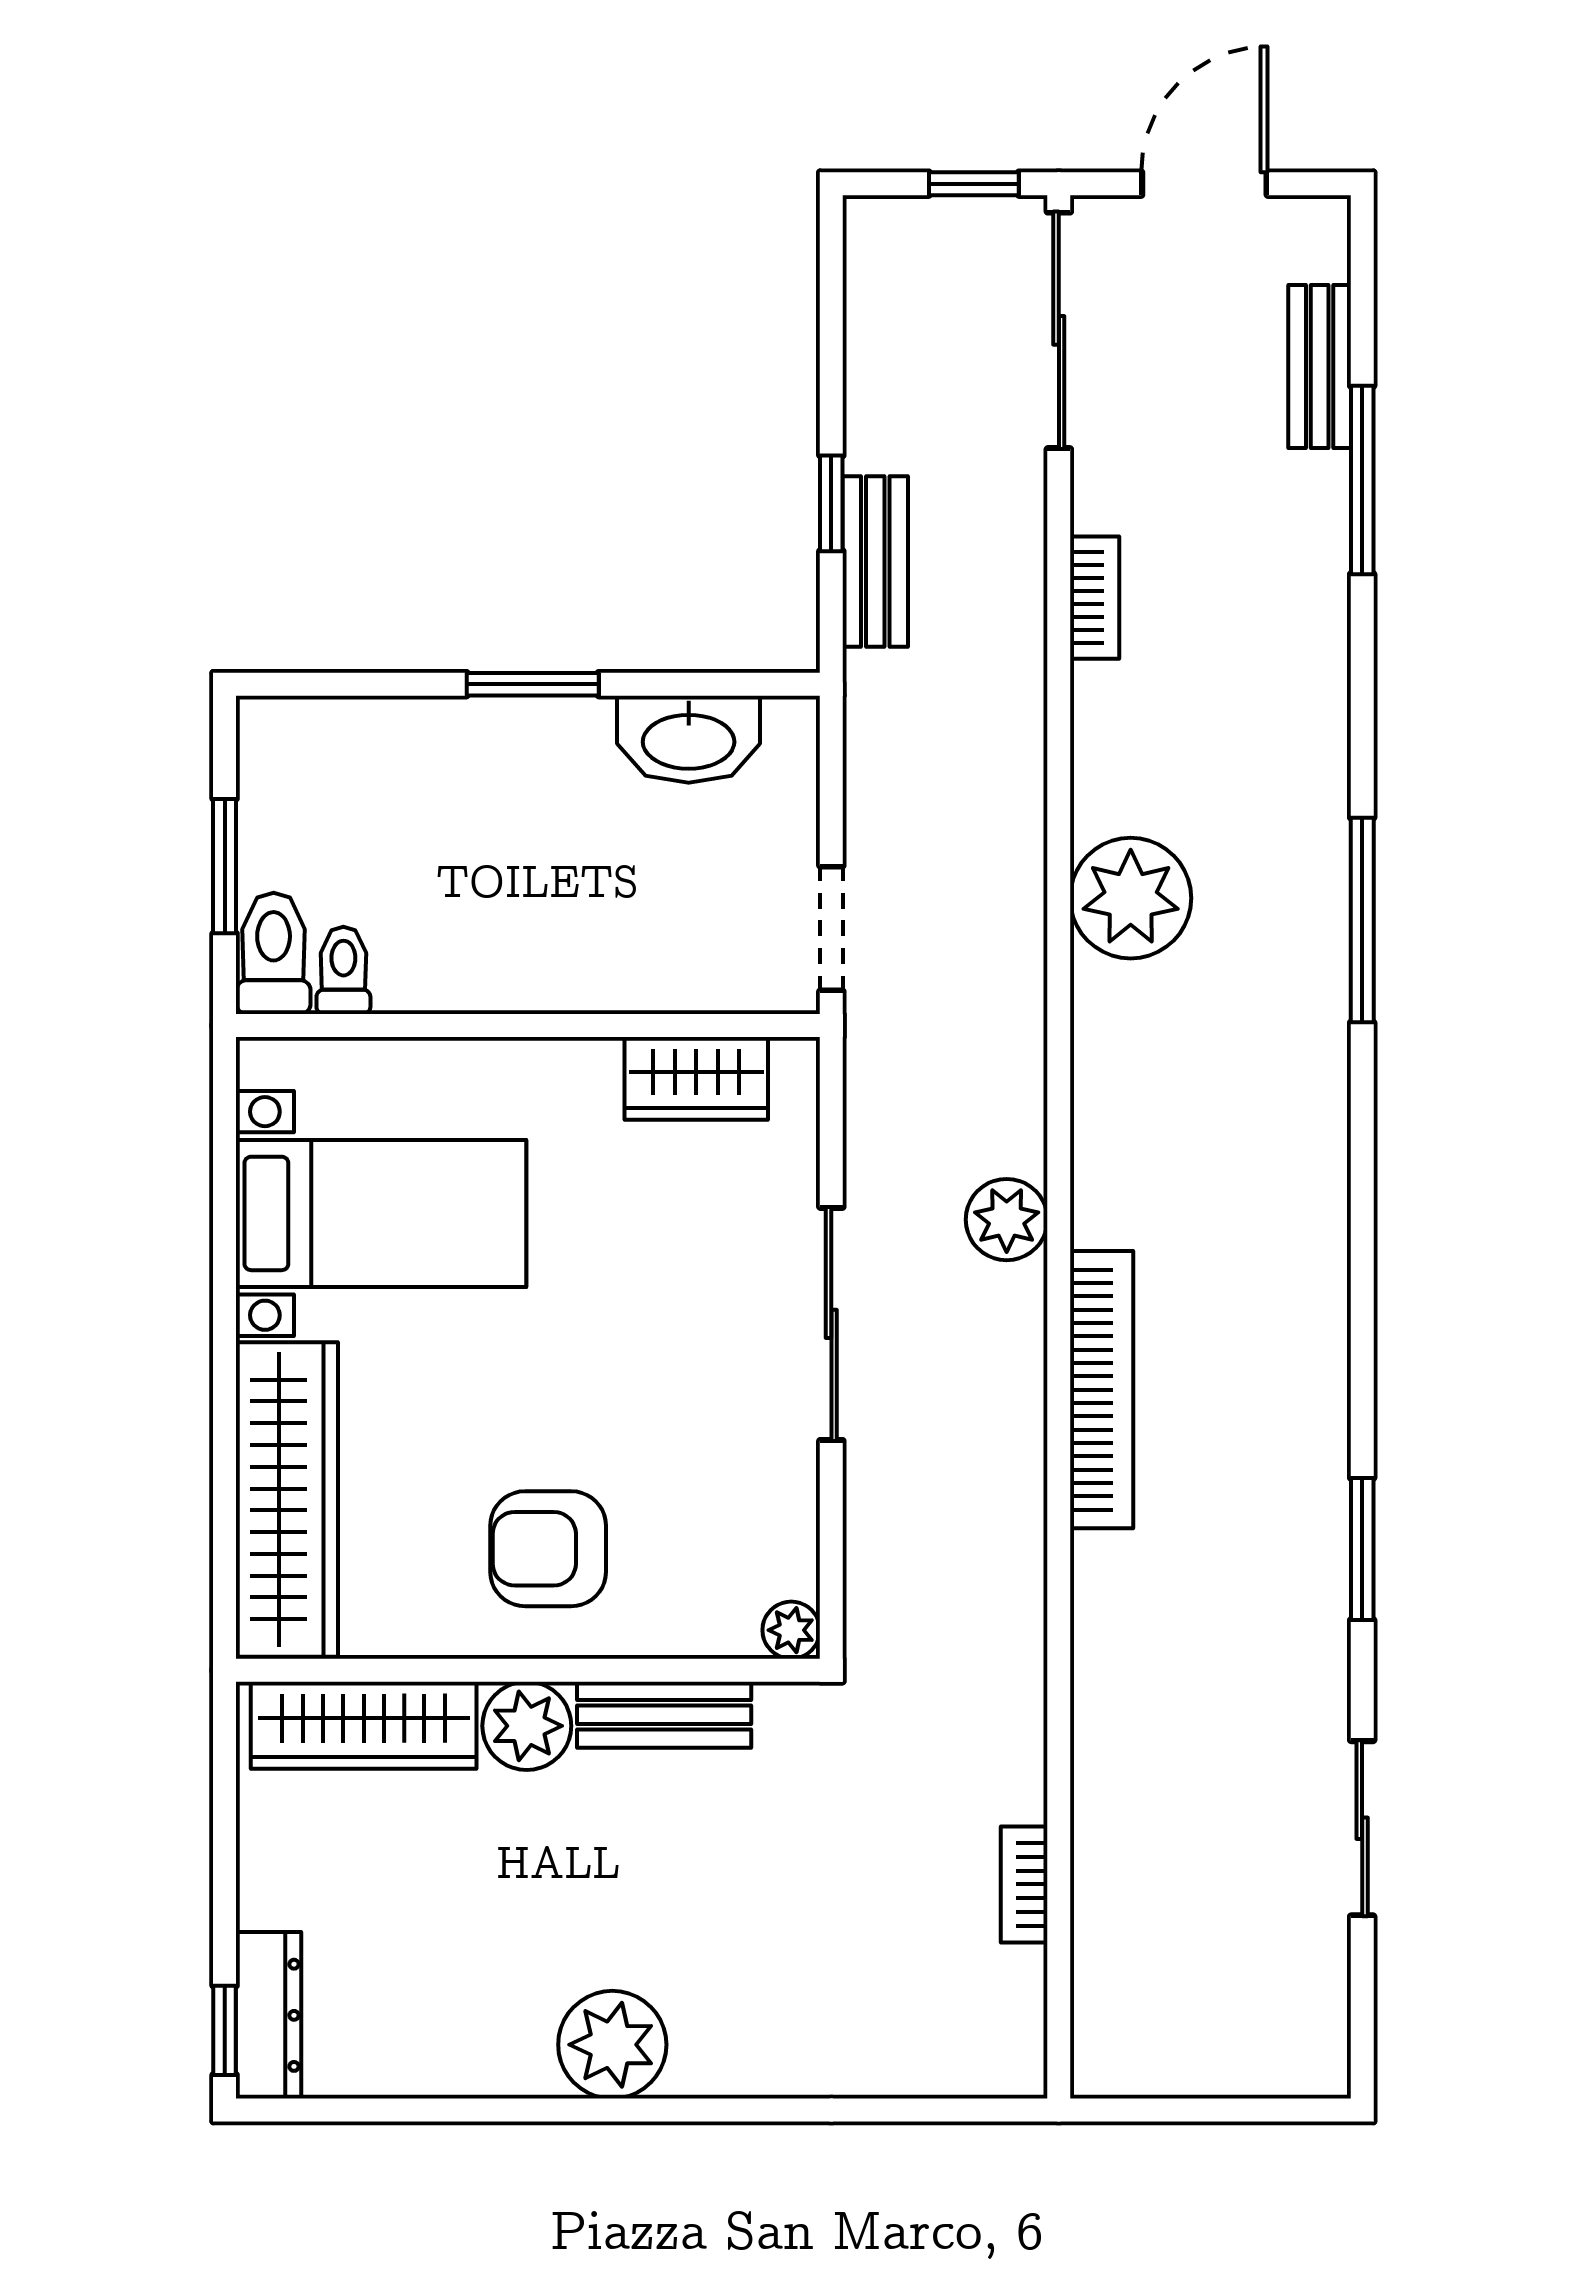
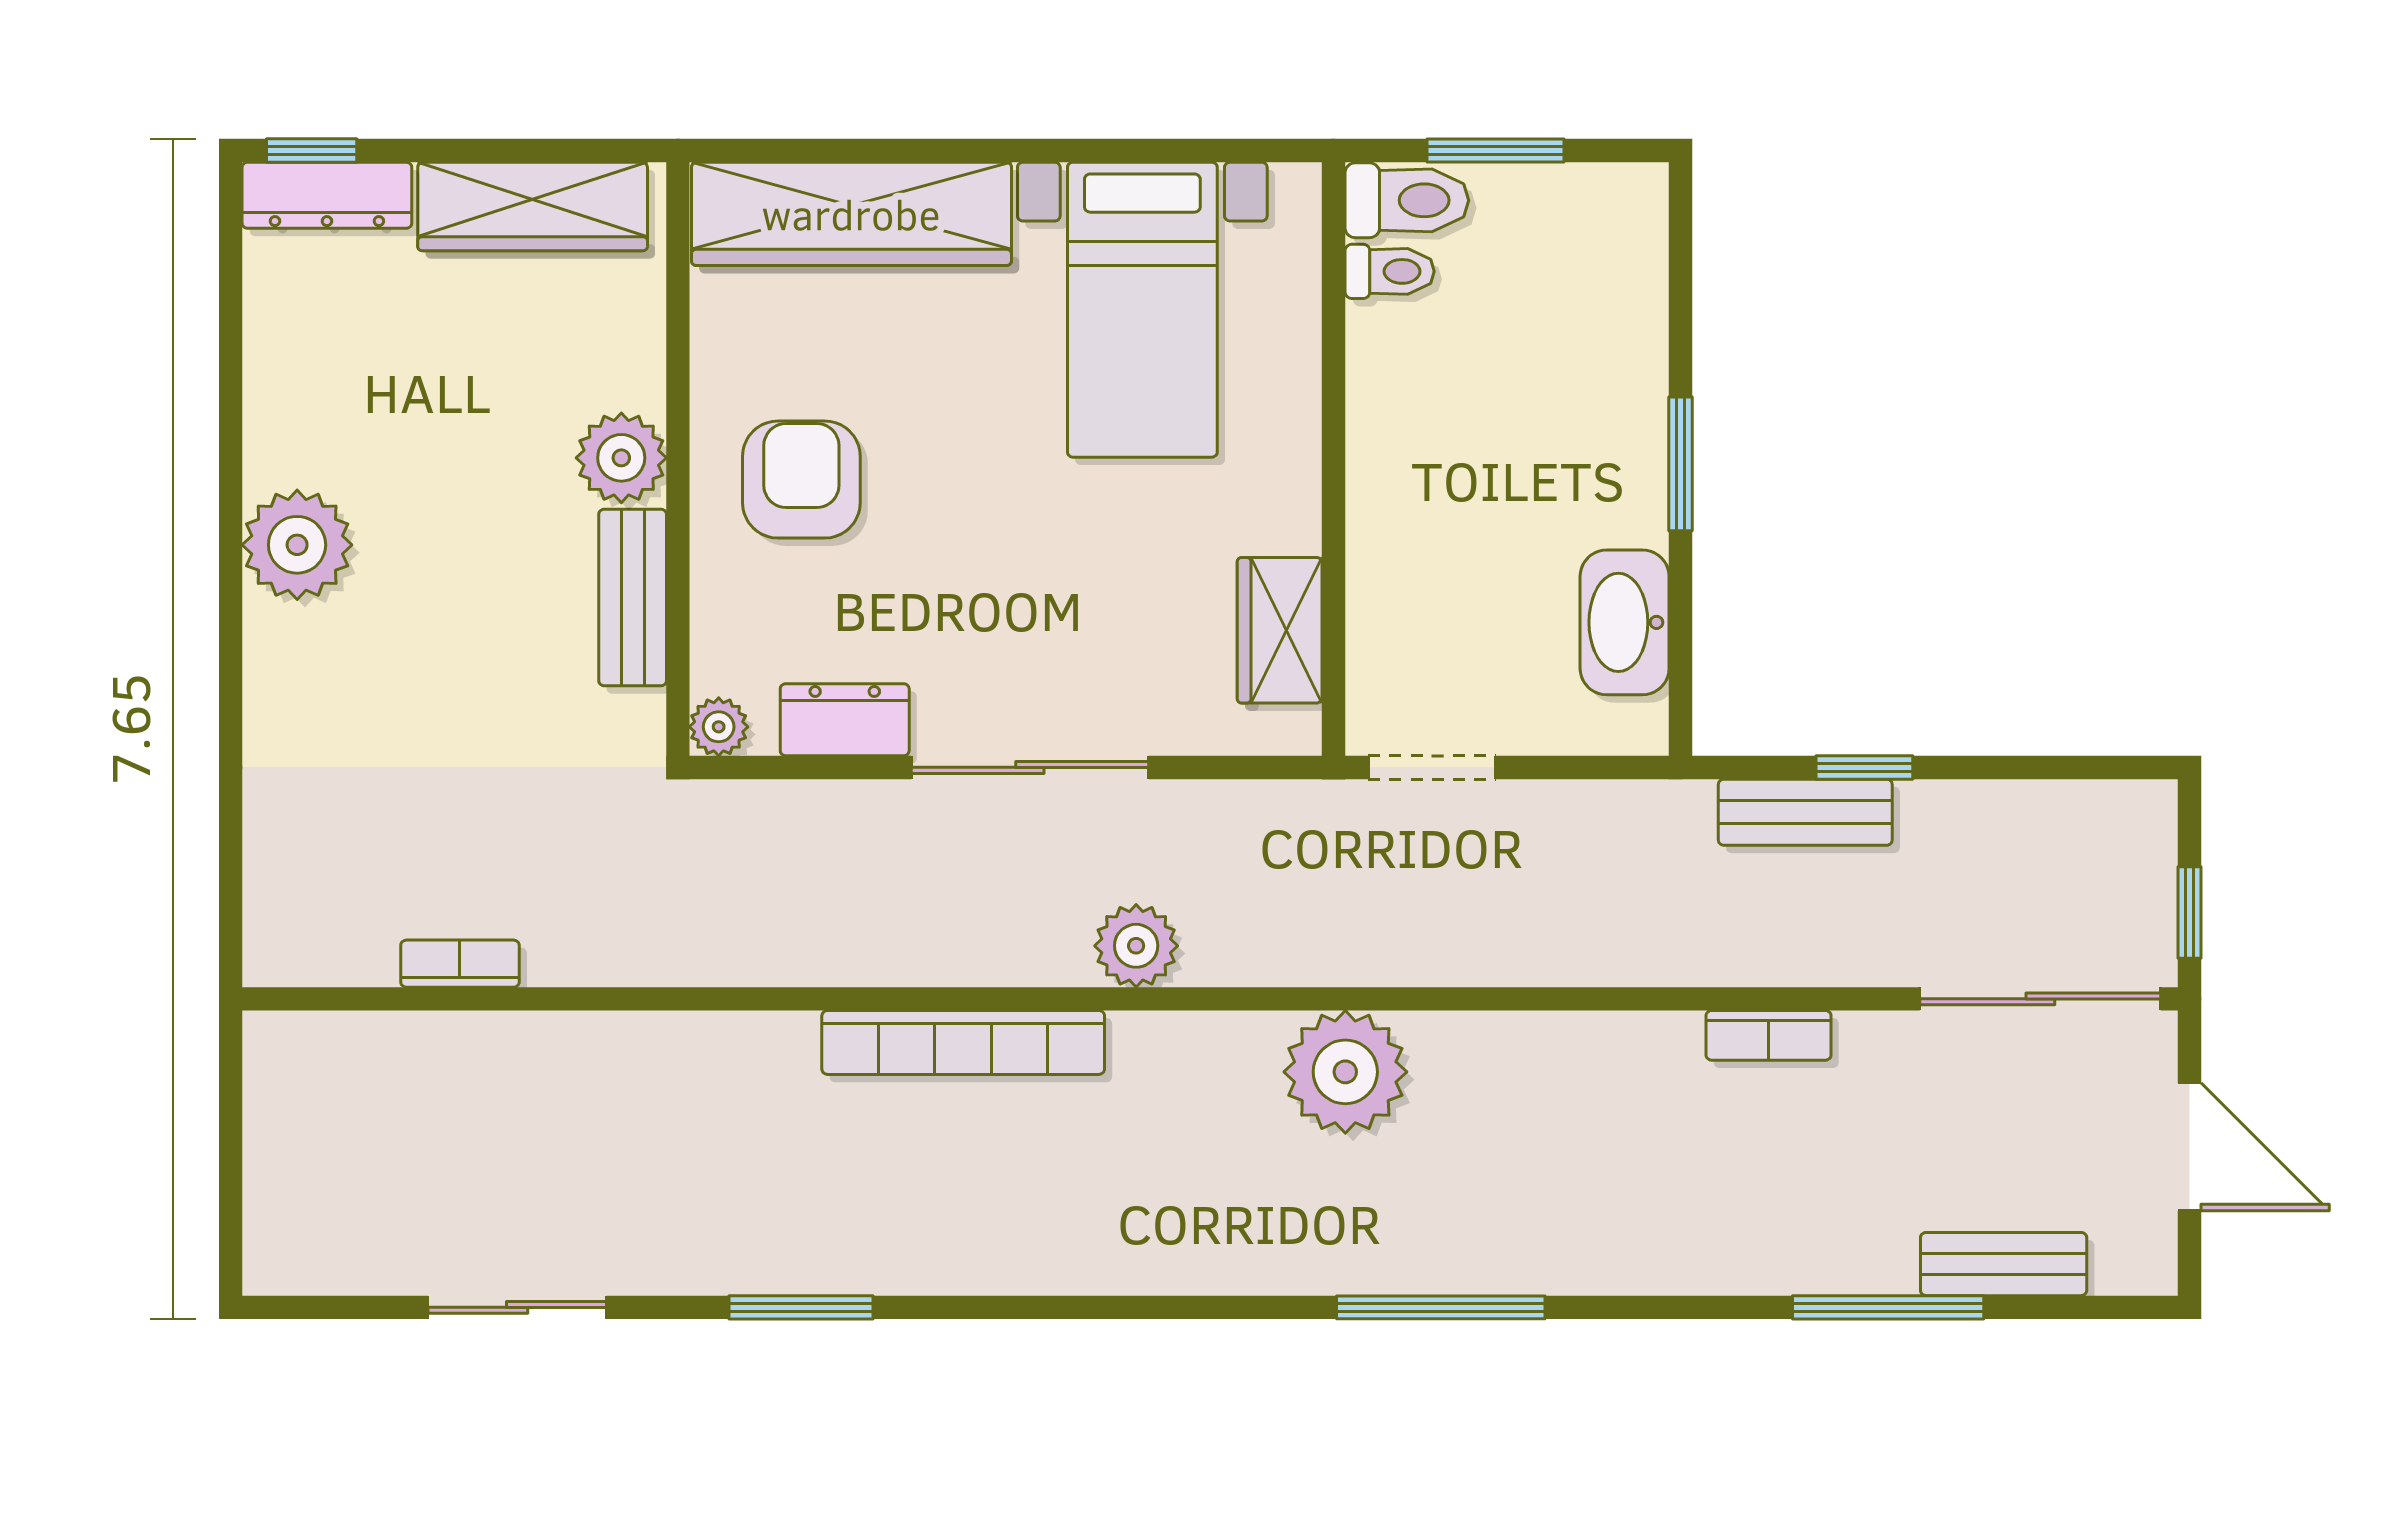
plant: (1131, 898) -> (1345, 1072), moved
dresser: (784, 1506) -> (845, 720), added
wardrobe: (364, 1725) -> (533, 206), moved, turned -90

